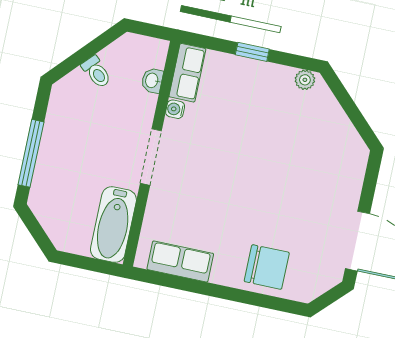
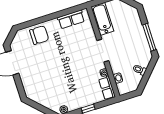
window: (31, 153) -> (149, 37), moved
chair: (267, 267) -> (39, 35), turned 180

